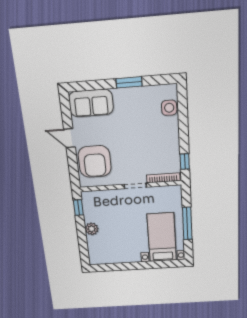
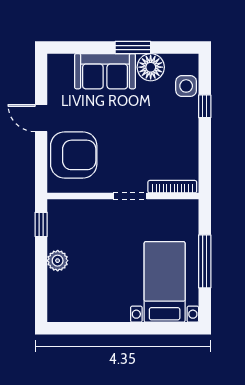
floor lamp: (143, 96) -> (151, 67), added
sofa: (91, 103) -> (105, 71), moved
armchair: (95, 161) -> (74, 155), turned -90
window: (185, 162) -> (205, 106), moved

